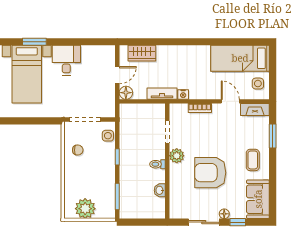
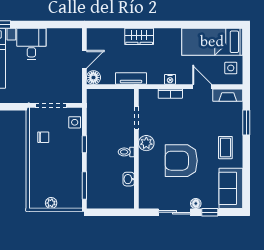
wardrobe: (142, 53) -> (139, 36), moved
nightstand: (183, 94) -> (170, 79), moved
plant: (85, 209) -> (51, 203), width x0.53, depth x0.53

